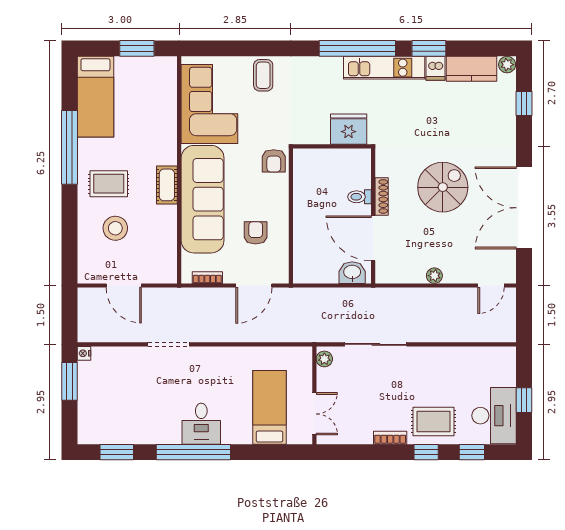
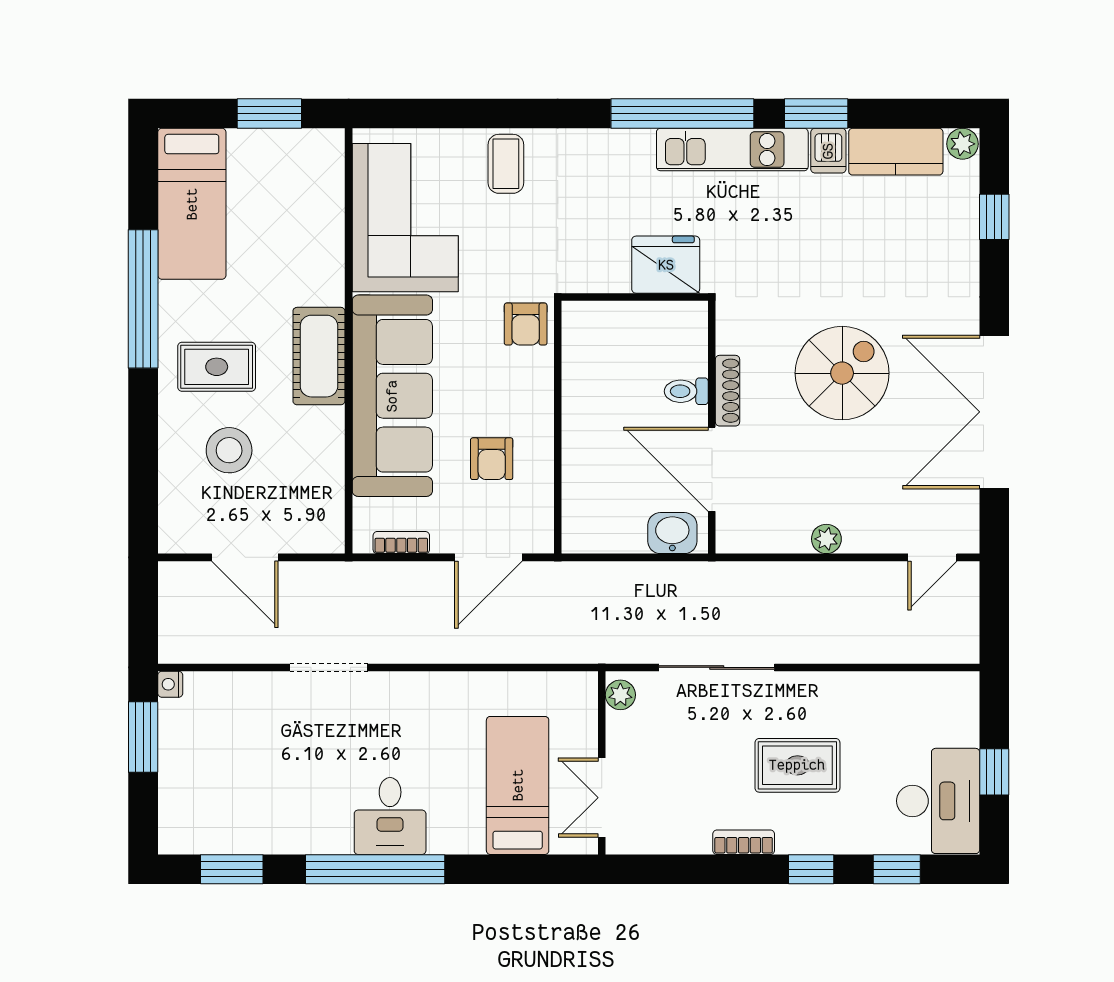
cot: (167, 185) -> (319, 356), width x1.37, depth x1.34
armchair: (256, 233) -> (492, 459), turned 180
double door: (314, 414) -> (602, 798), swing flipped
rug: (434, 421) -> (797, 765), moved

